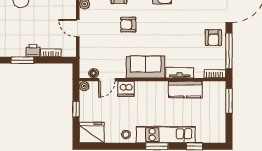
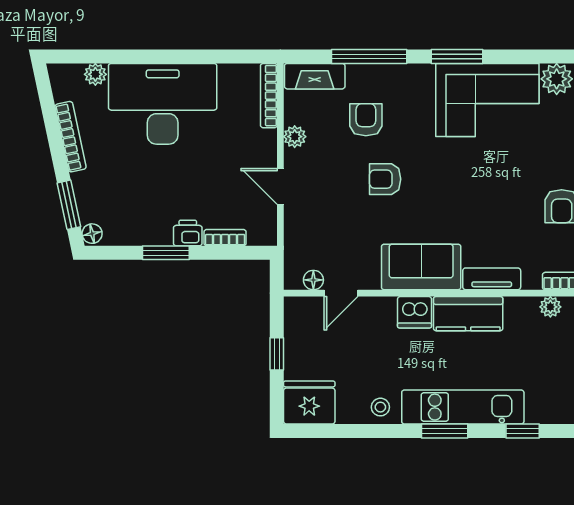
plant: (84, 86) -> (550, 307), moved
dishwasher: (126, 89) -> (415, 312), moved
kitchen counter: (185, 90) -> (468, 314), moved

